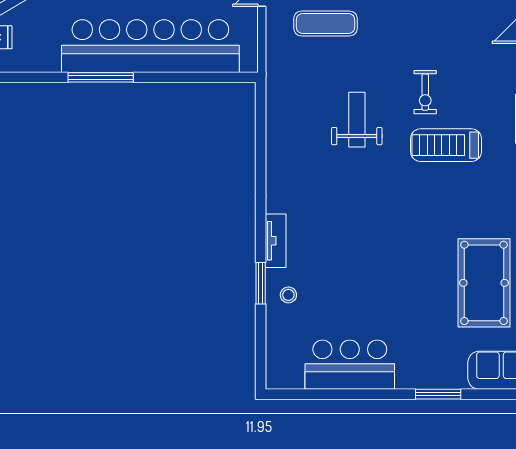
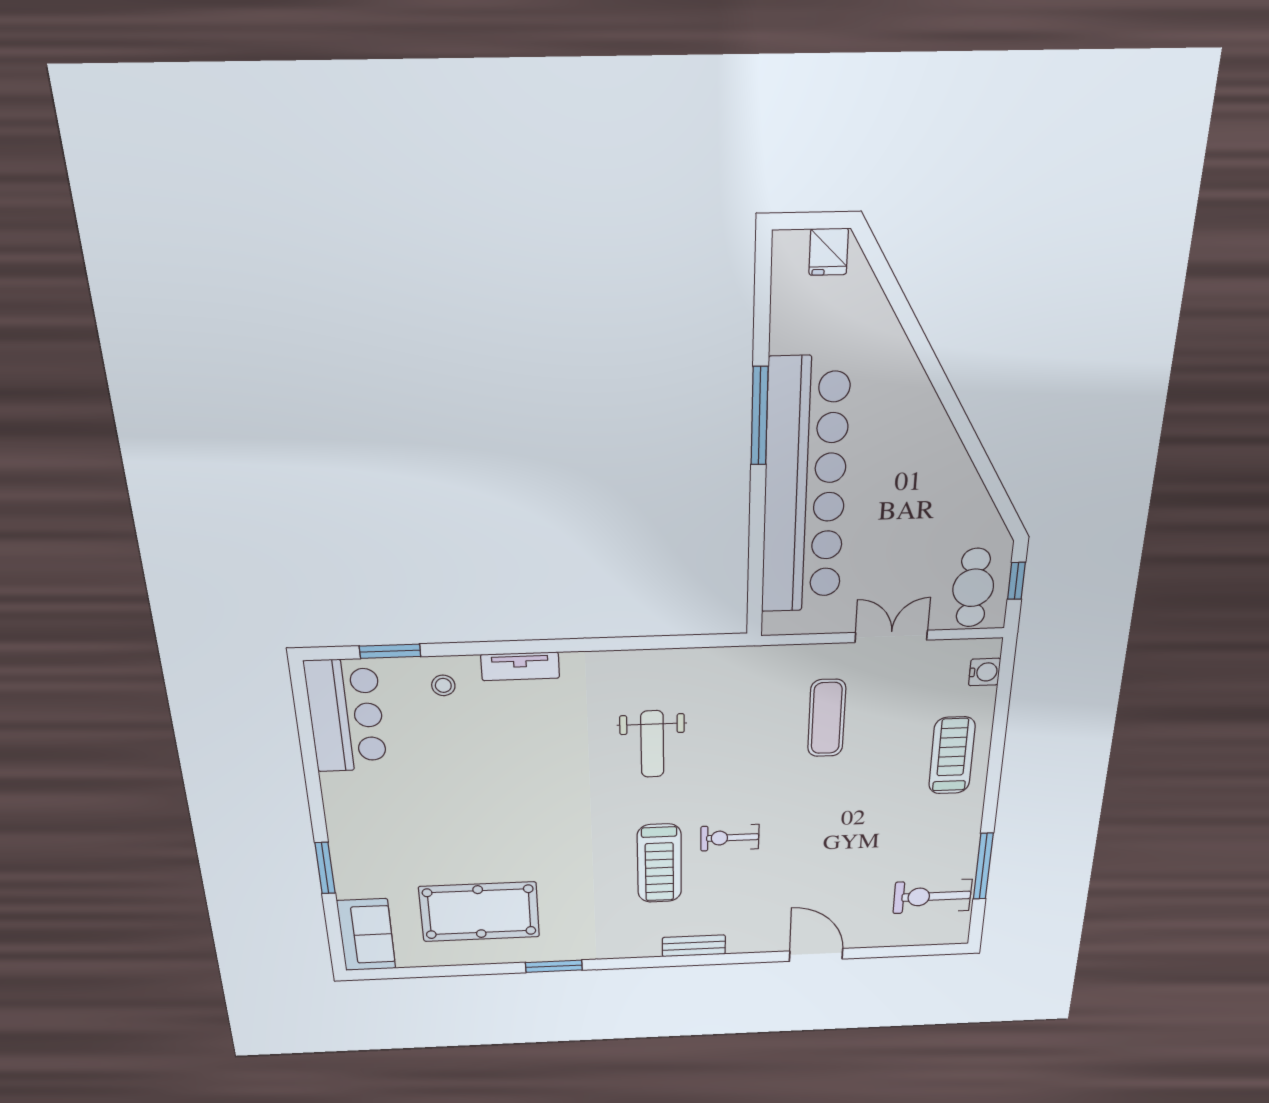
weight bench: (357, 120) -> (652, 744), moved, turned 90
treadmill: (446, 145) -> (659, 863), turned 180
window: (261, 283) -> (390, 651), moved
bar counter: (350, 365) -> (346, 716), moved

